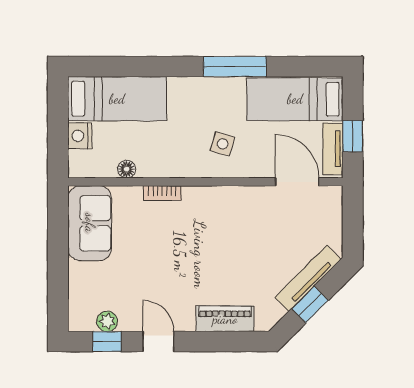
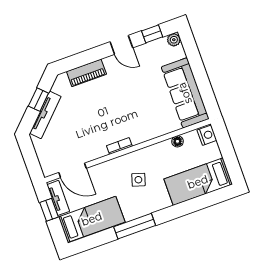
nightstand: (80, 136) -> (207, 135), moved
side table: (223, 144) -> (138, 180), moved
bookcase: (162, 193) -> (119, 146), moved
sofa: (90, 223) -> (185, 93), width x1.36
plant: (107, 321) -> (174, 40), moved

